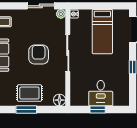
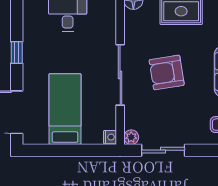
armchair: (39, 55) -> (167, 72), turned 81

